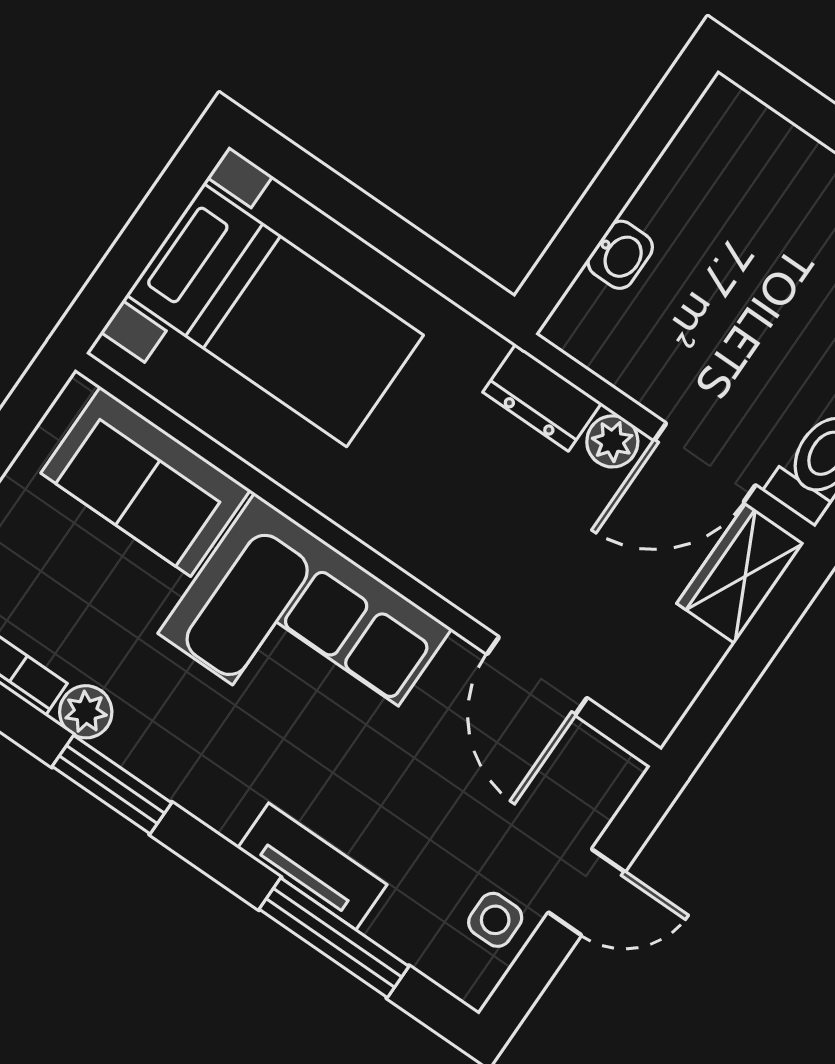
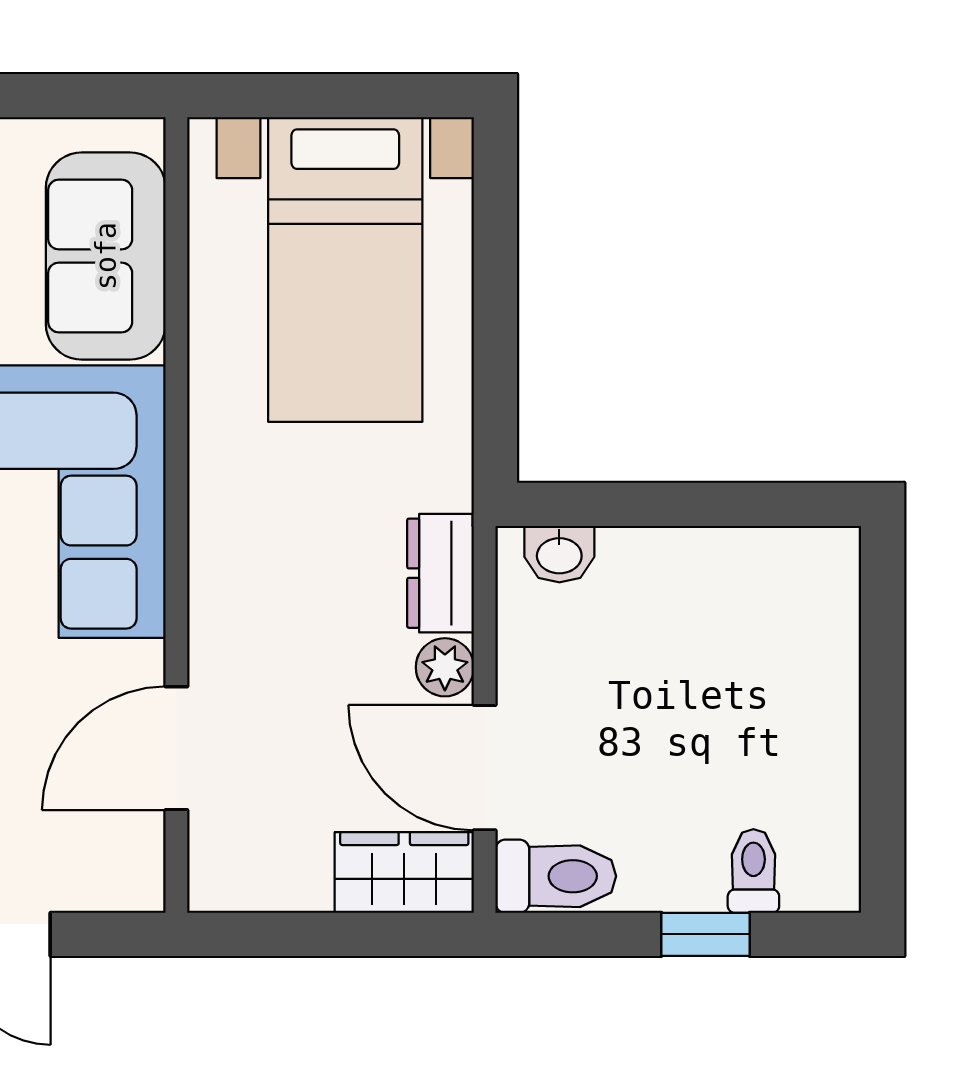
washbasin: (620, 255) -> (559, 554), moved

